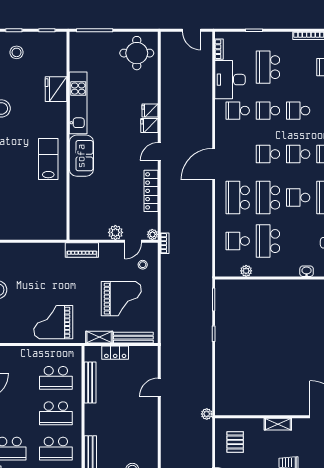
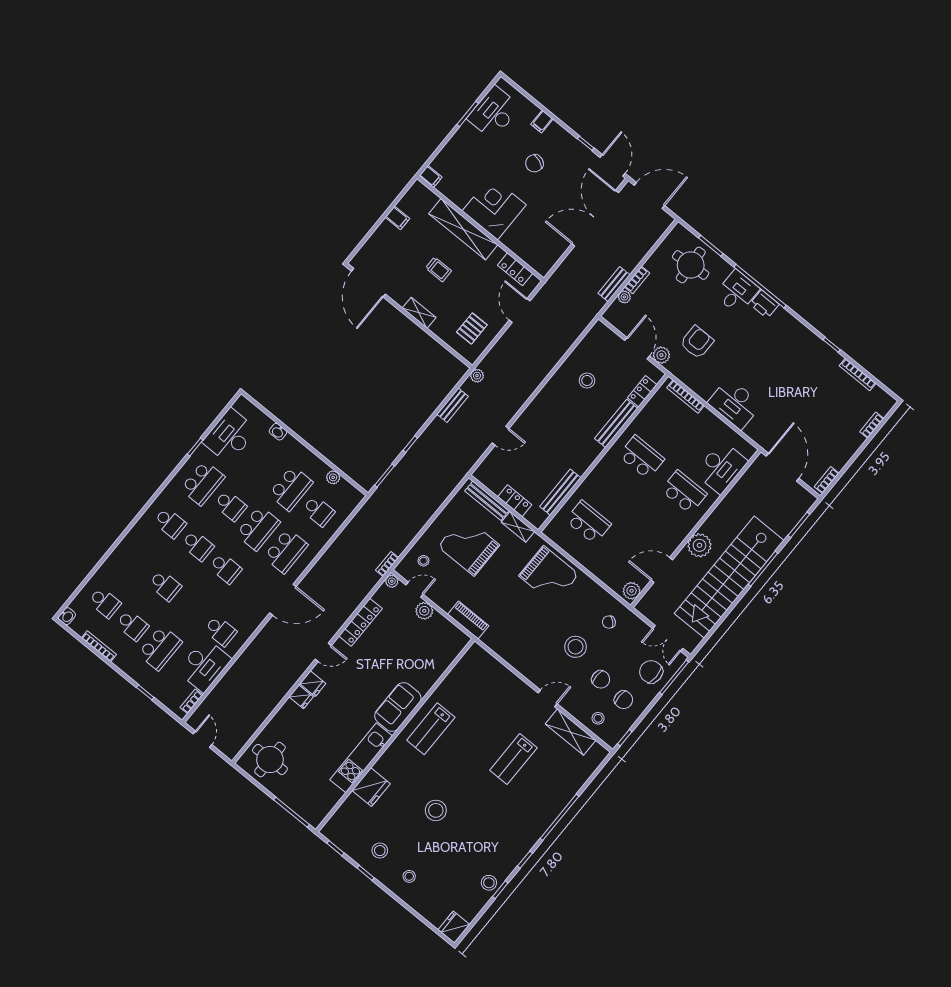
school desk: (268, 111) -> (132, 625), moved
bench: (207, 382) -> (453, 405), added
school desk: (56, 413) -> (615, 490), removed

